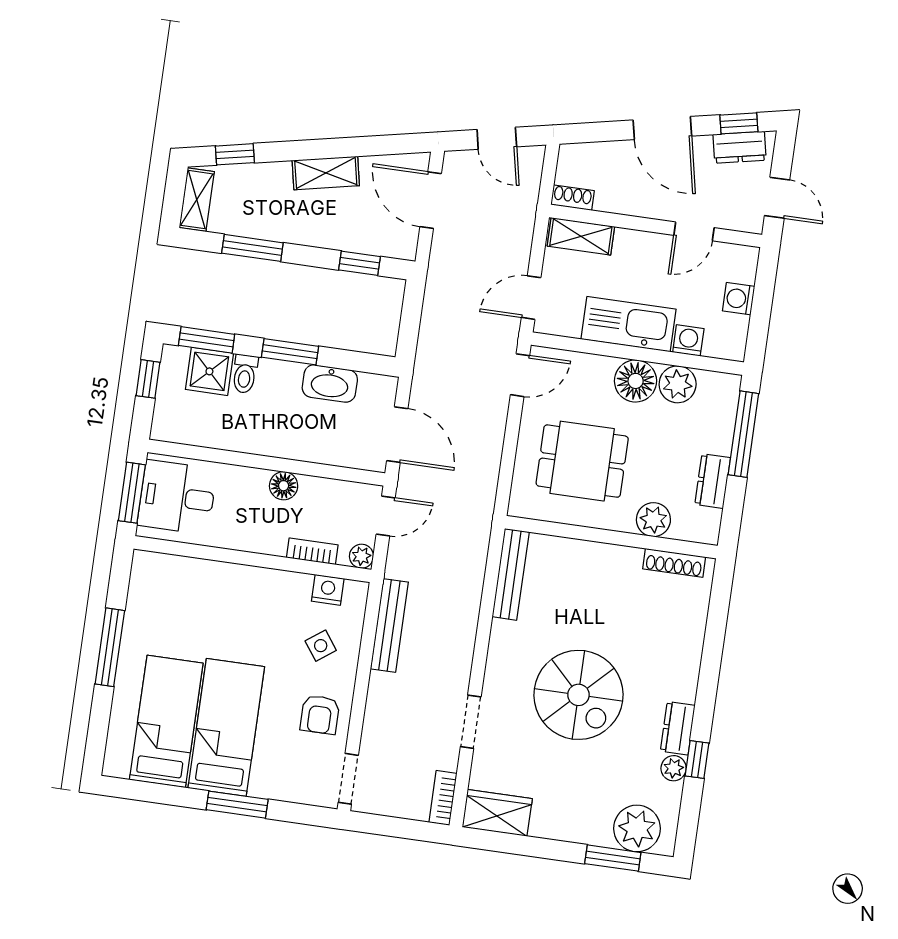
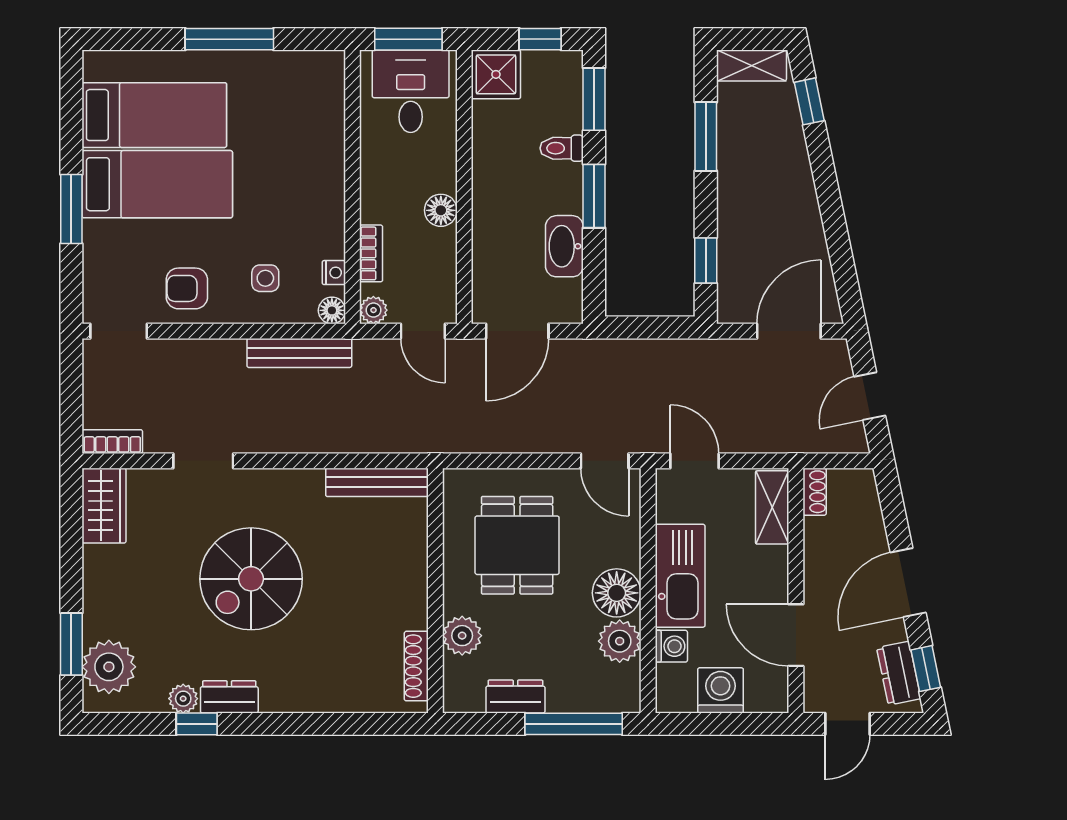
shelving: (326, 173) -> (803, 208), removed
door: (694, 231) -> (796, 635), width x1.37
washing machine: (739, 299) -> (721, 690), width x1.38, depth x1.38
shower: (209, 371) -> (496, 74), moved
nightstand: (328, 590) -> (334, 273), width x0.72, depth x0.74
floor lamp: (357, 592) -> (332, 310), added
side table: (321, 646) -> (265, 278), turned 36

